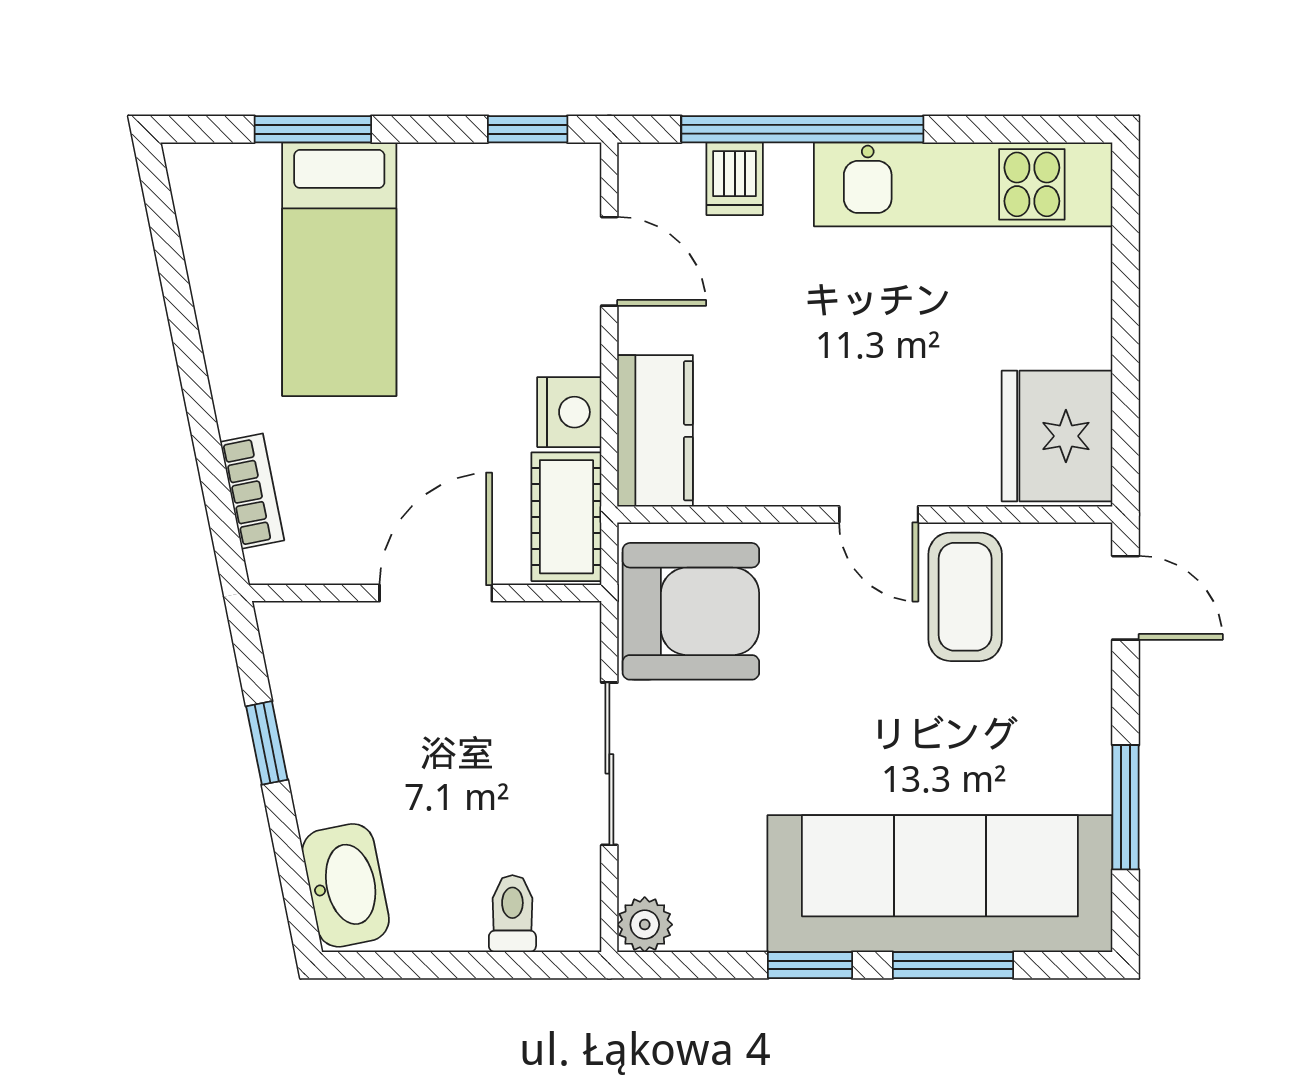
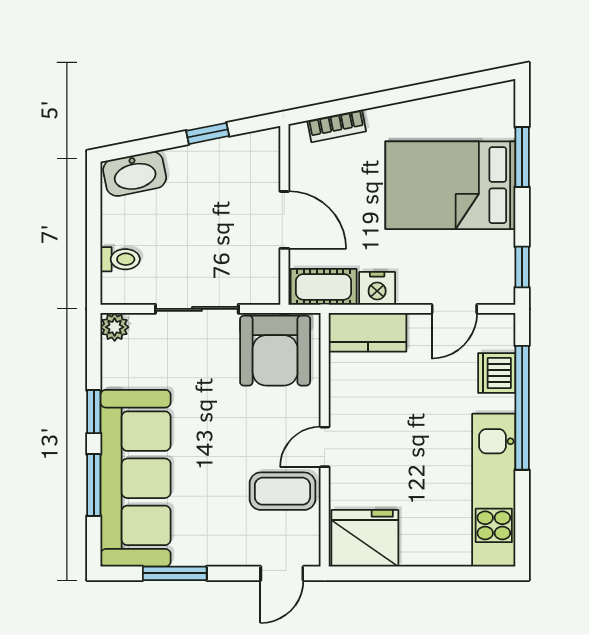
dishwasher: (735, 179) -> (497, 373), width x1.38
bed: (339, 269) -> (450, 185), width x1.50

